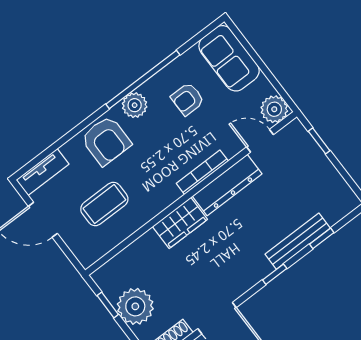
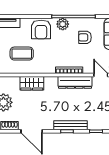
wardrobe: (180, 223) -> (32, 83), moved
bench: (298, 241) -> (71, 125), moved

